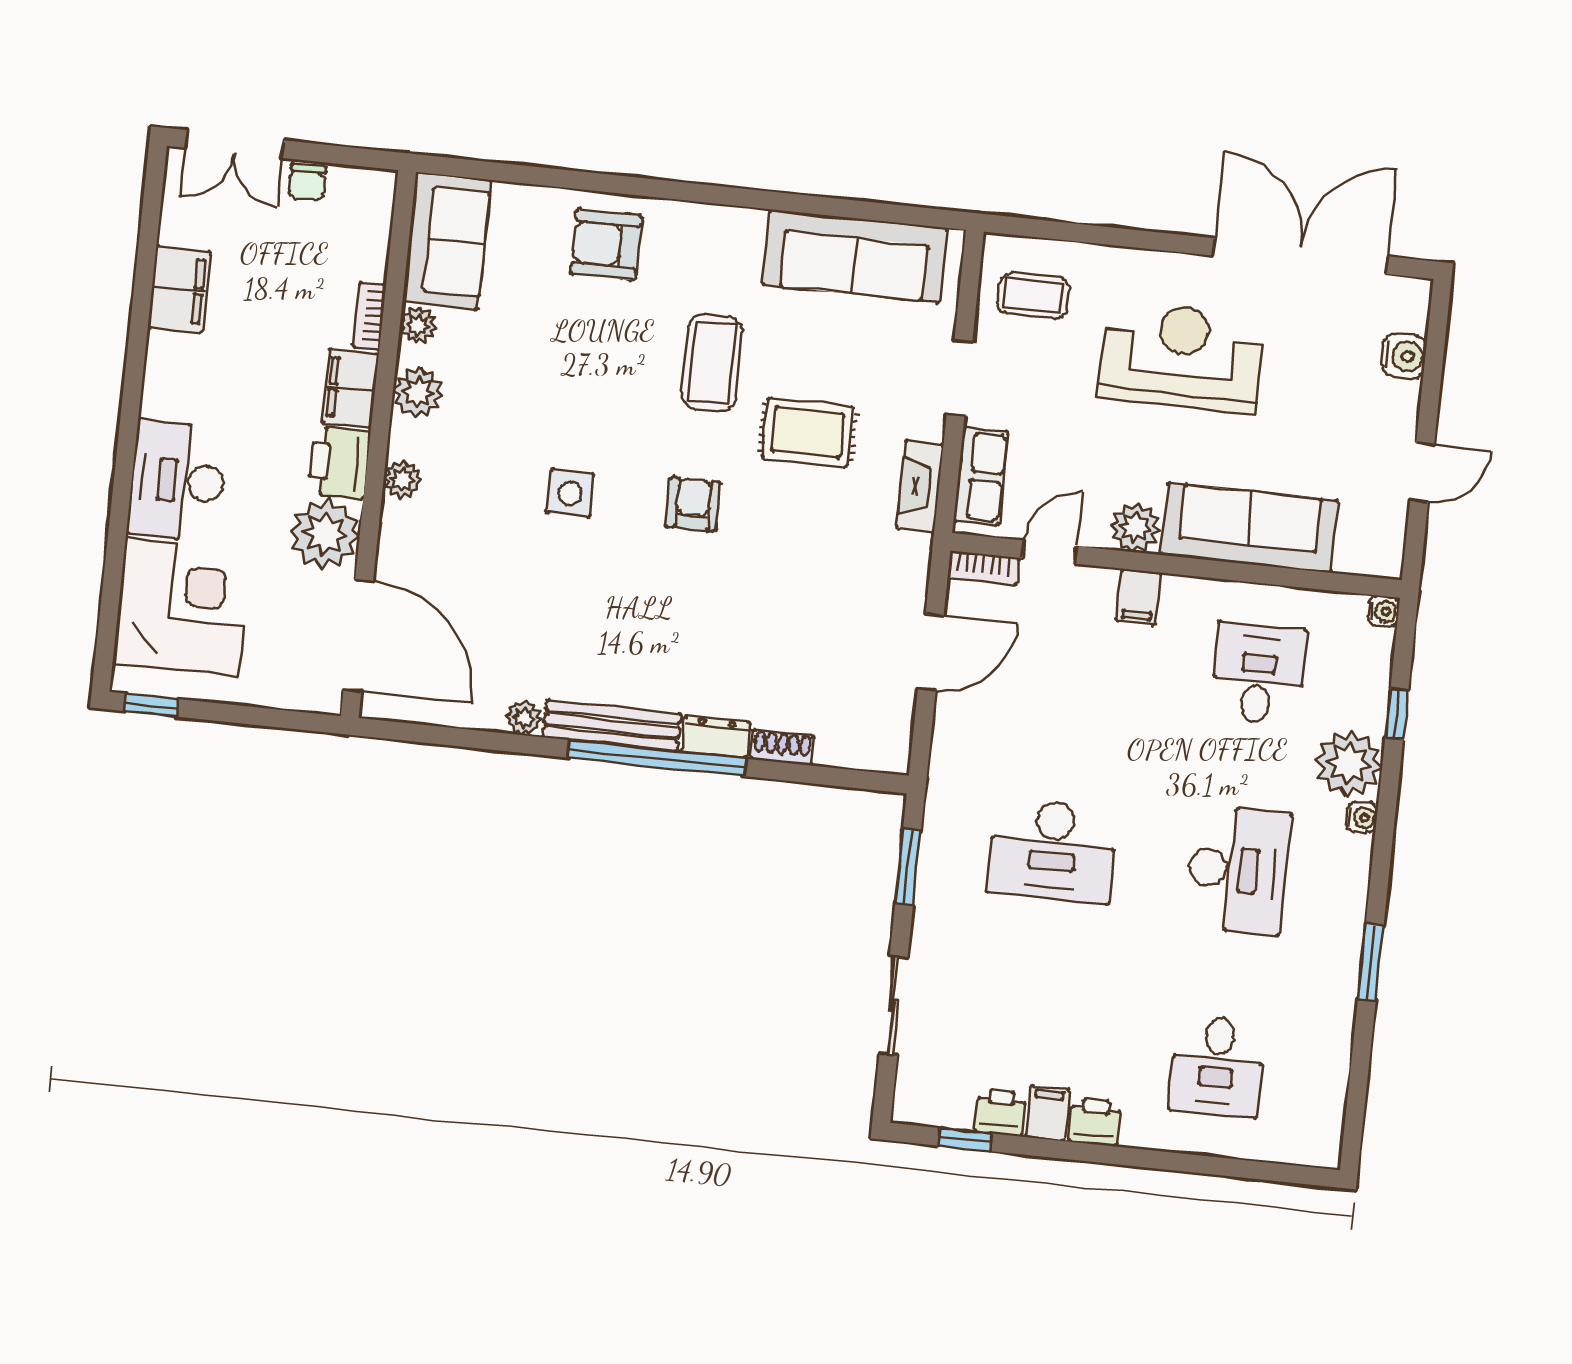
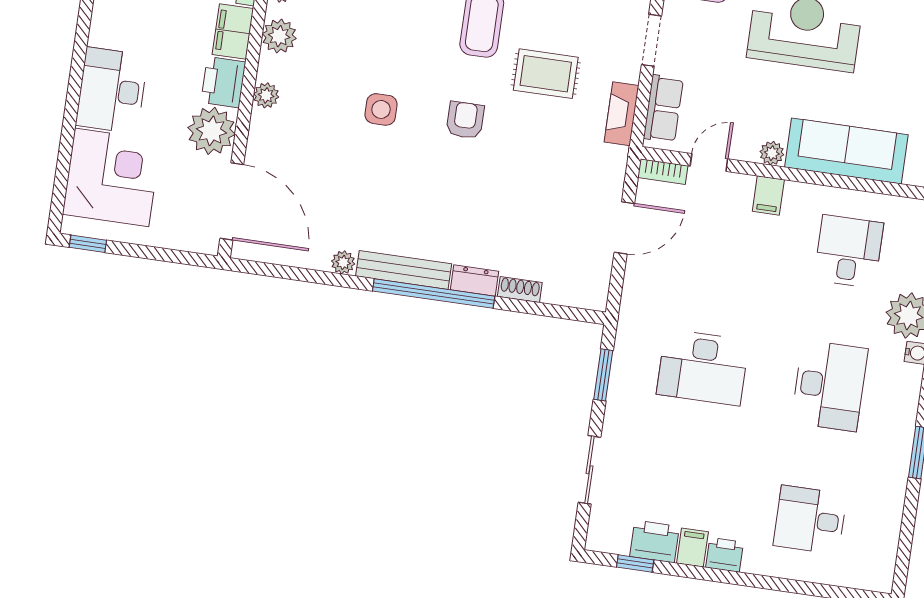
plant: (1135, 528) -> (772, 153), width x0.73, depth x0.73
desk: (1217, 1066) -> (810, 520), turned 90
printer: (1000, 1113) -> (655, 541), width x1.36, depth x1.24

